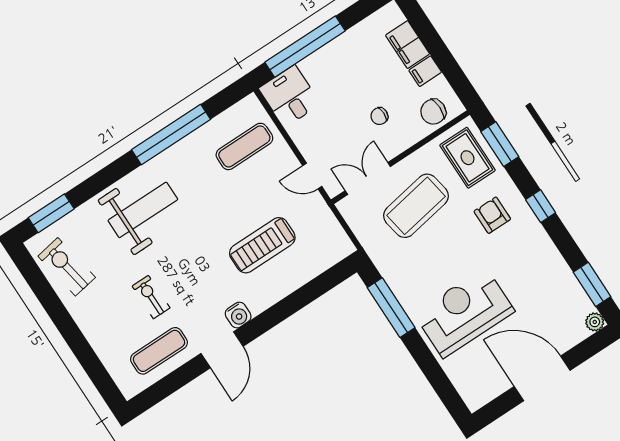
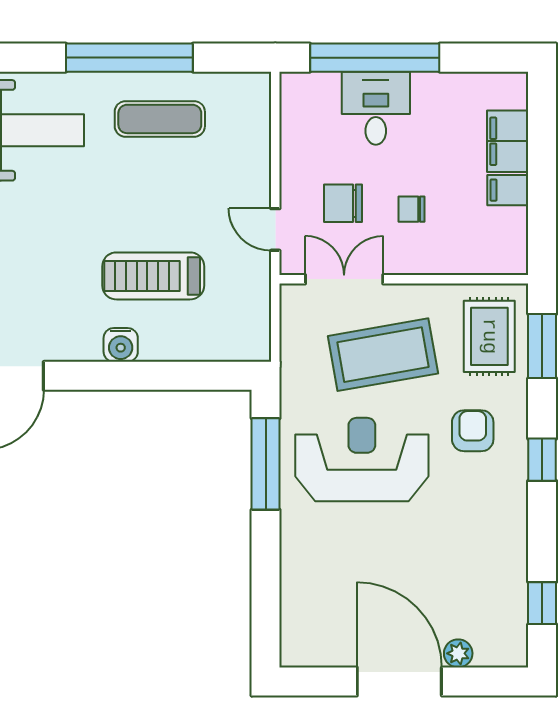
desk: (290, 96) -> (376, 108), moved
chair: (433, 112) -> (343, 203), moved
exercise mat: (244, 146) -> (160, 119), moved
window: (592, 284) -> (542, 603), width x0.67
reception desk: (464, 312) -> (362, 460), moved
water cooler: (238, 315) -> (121, 345), moved
plant: (595, 322) -> (458, 653), moved

